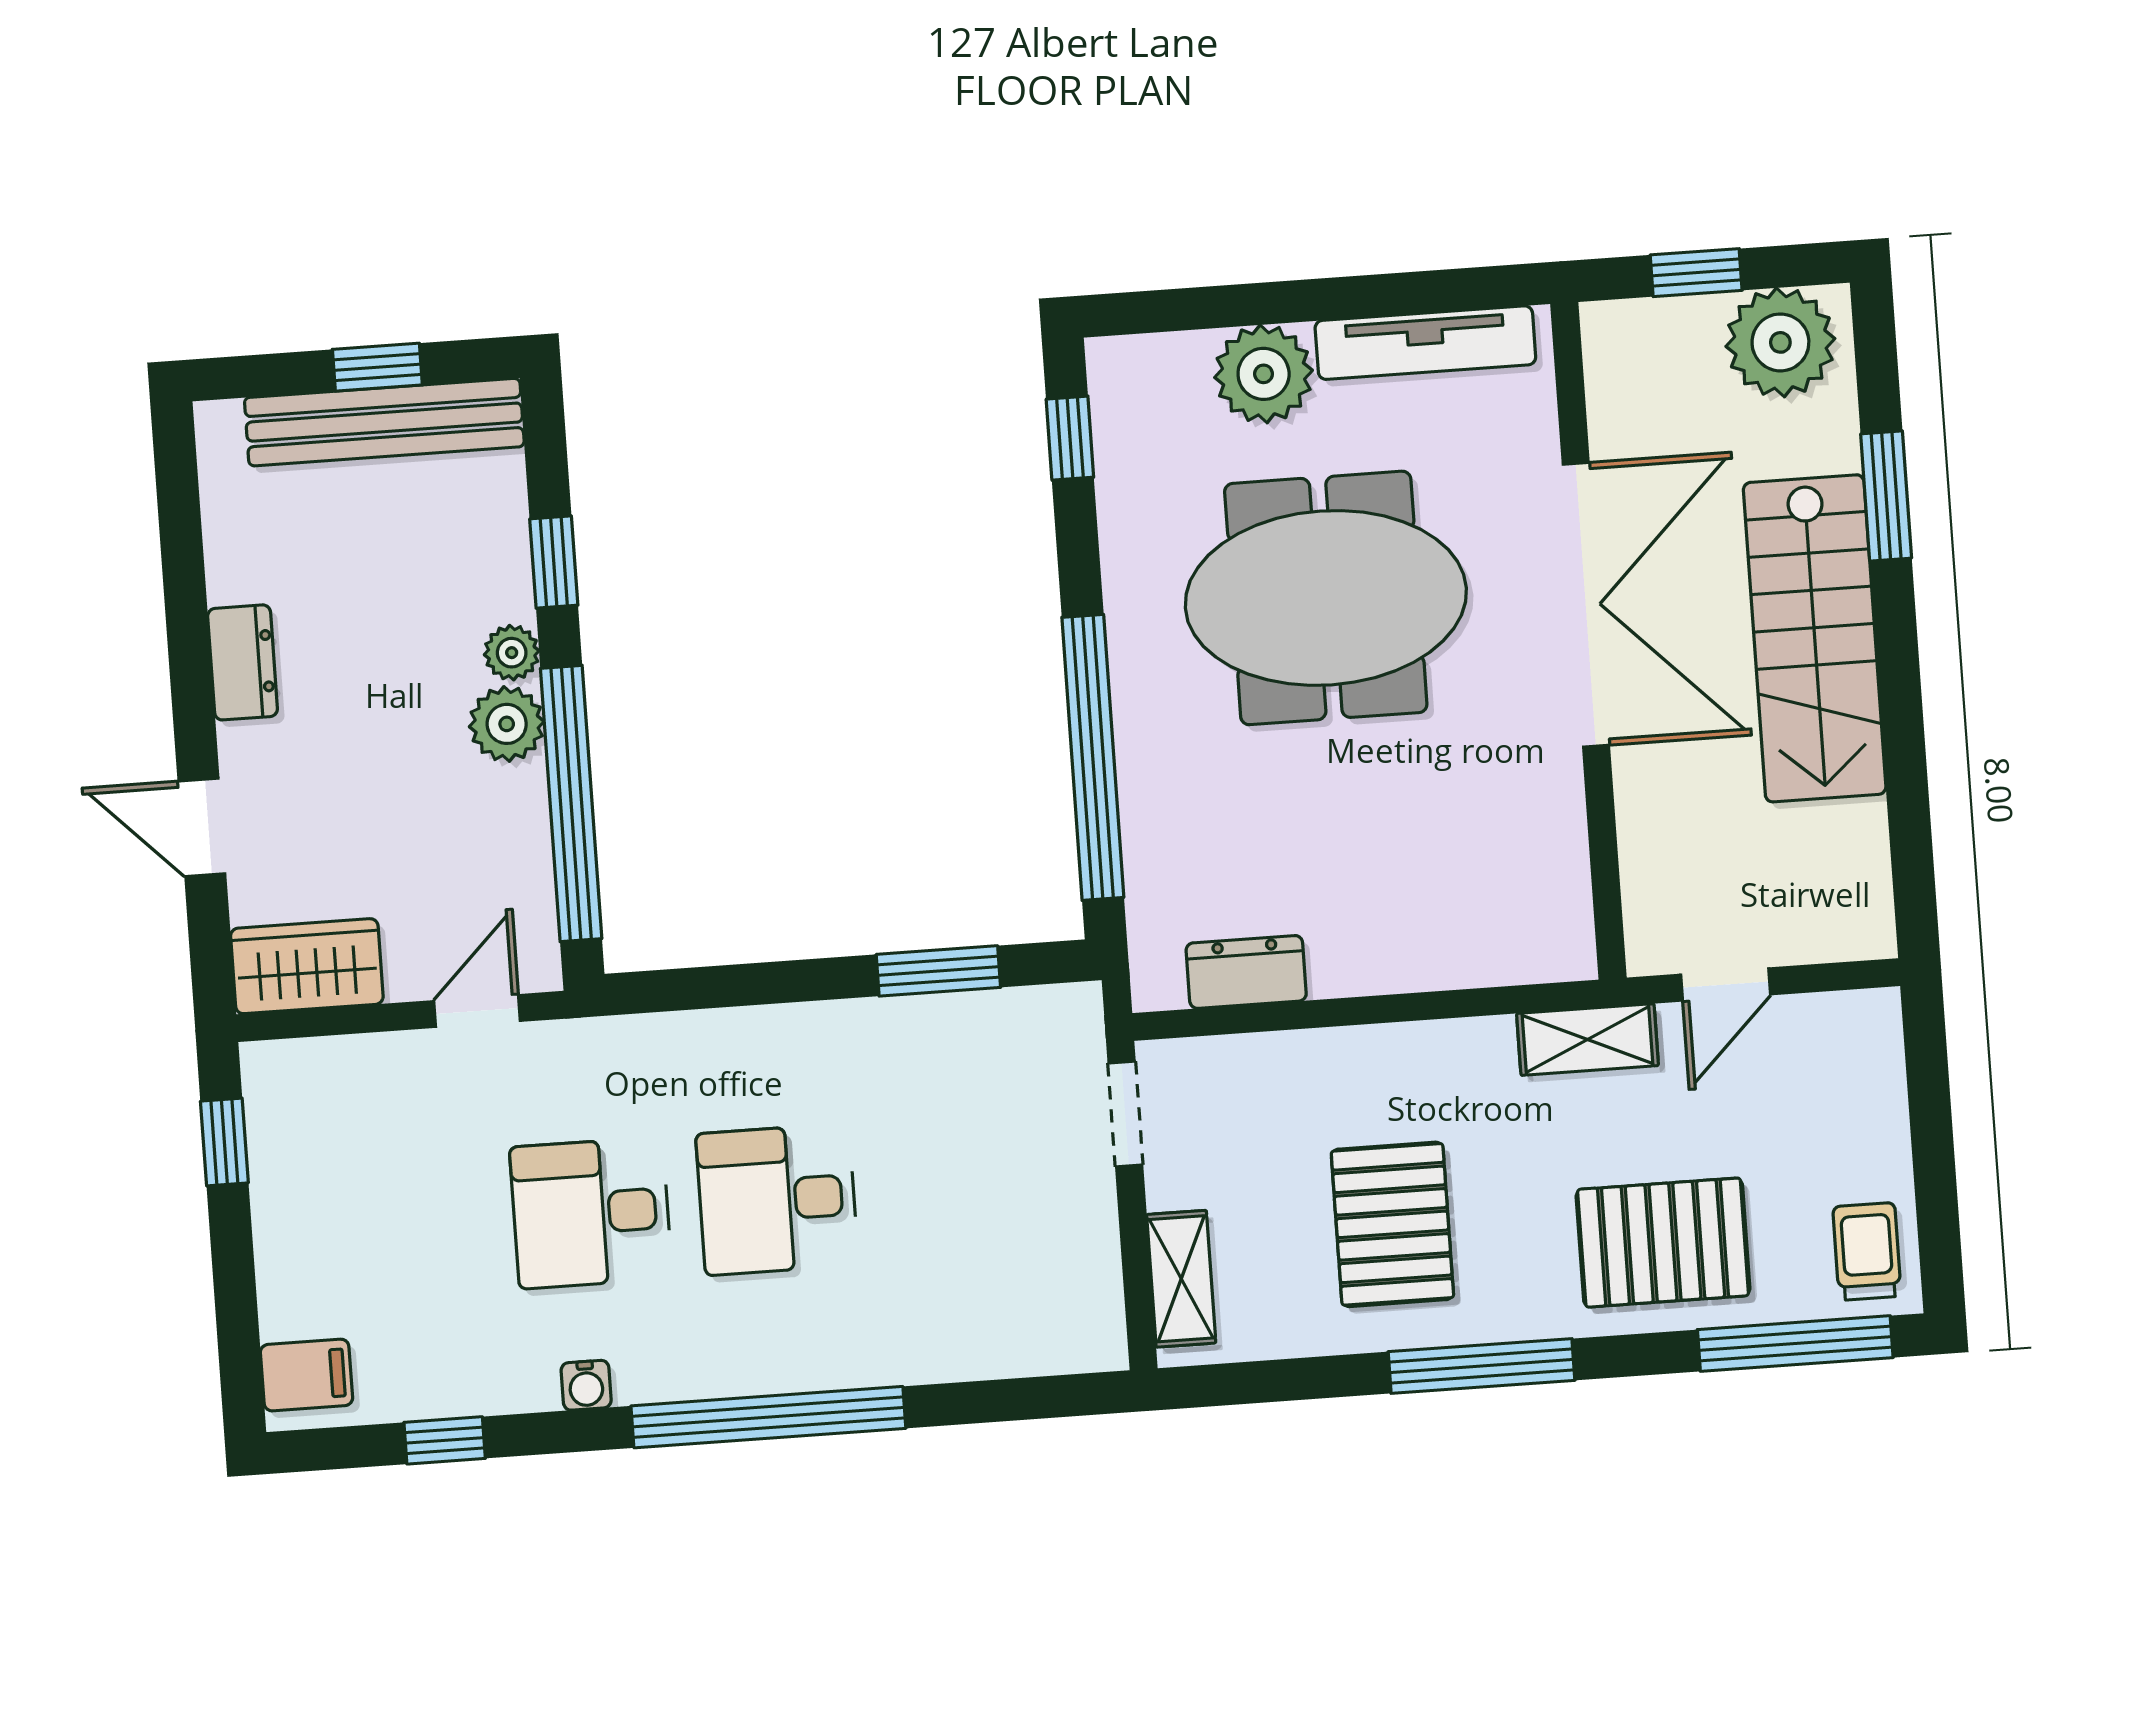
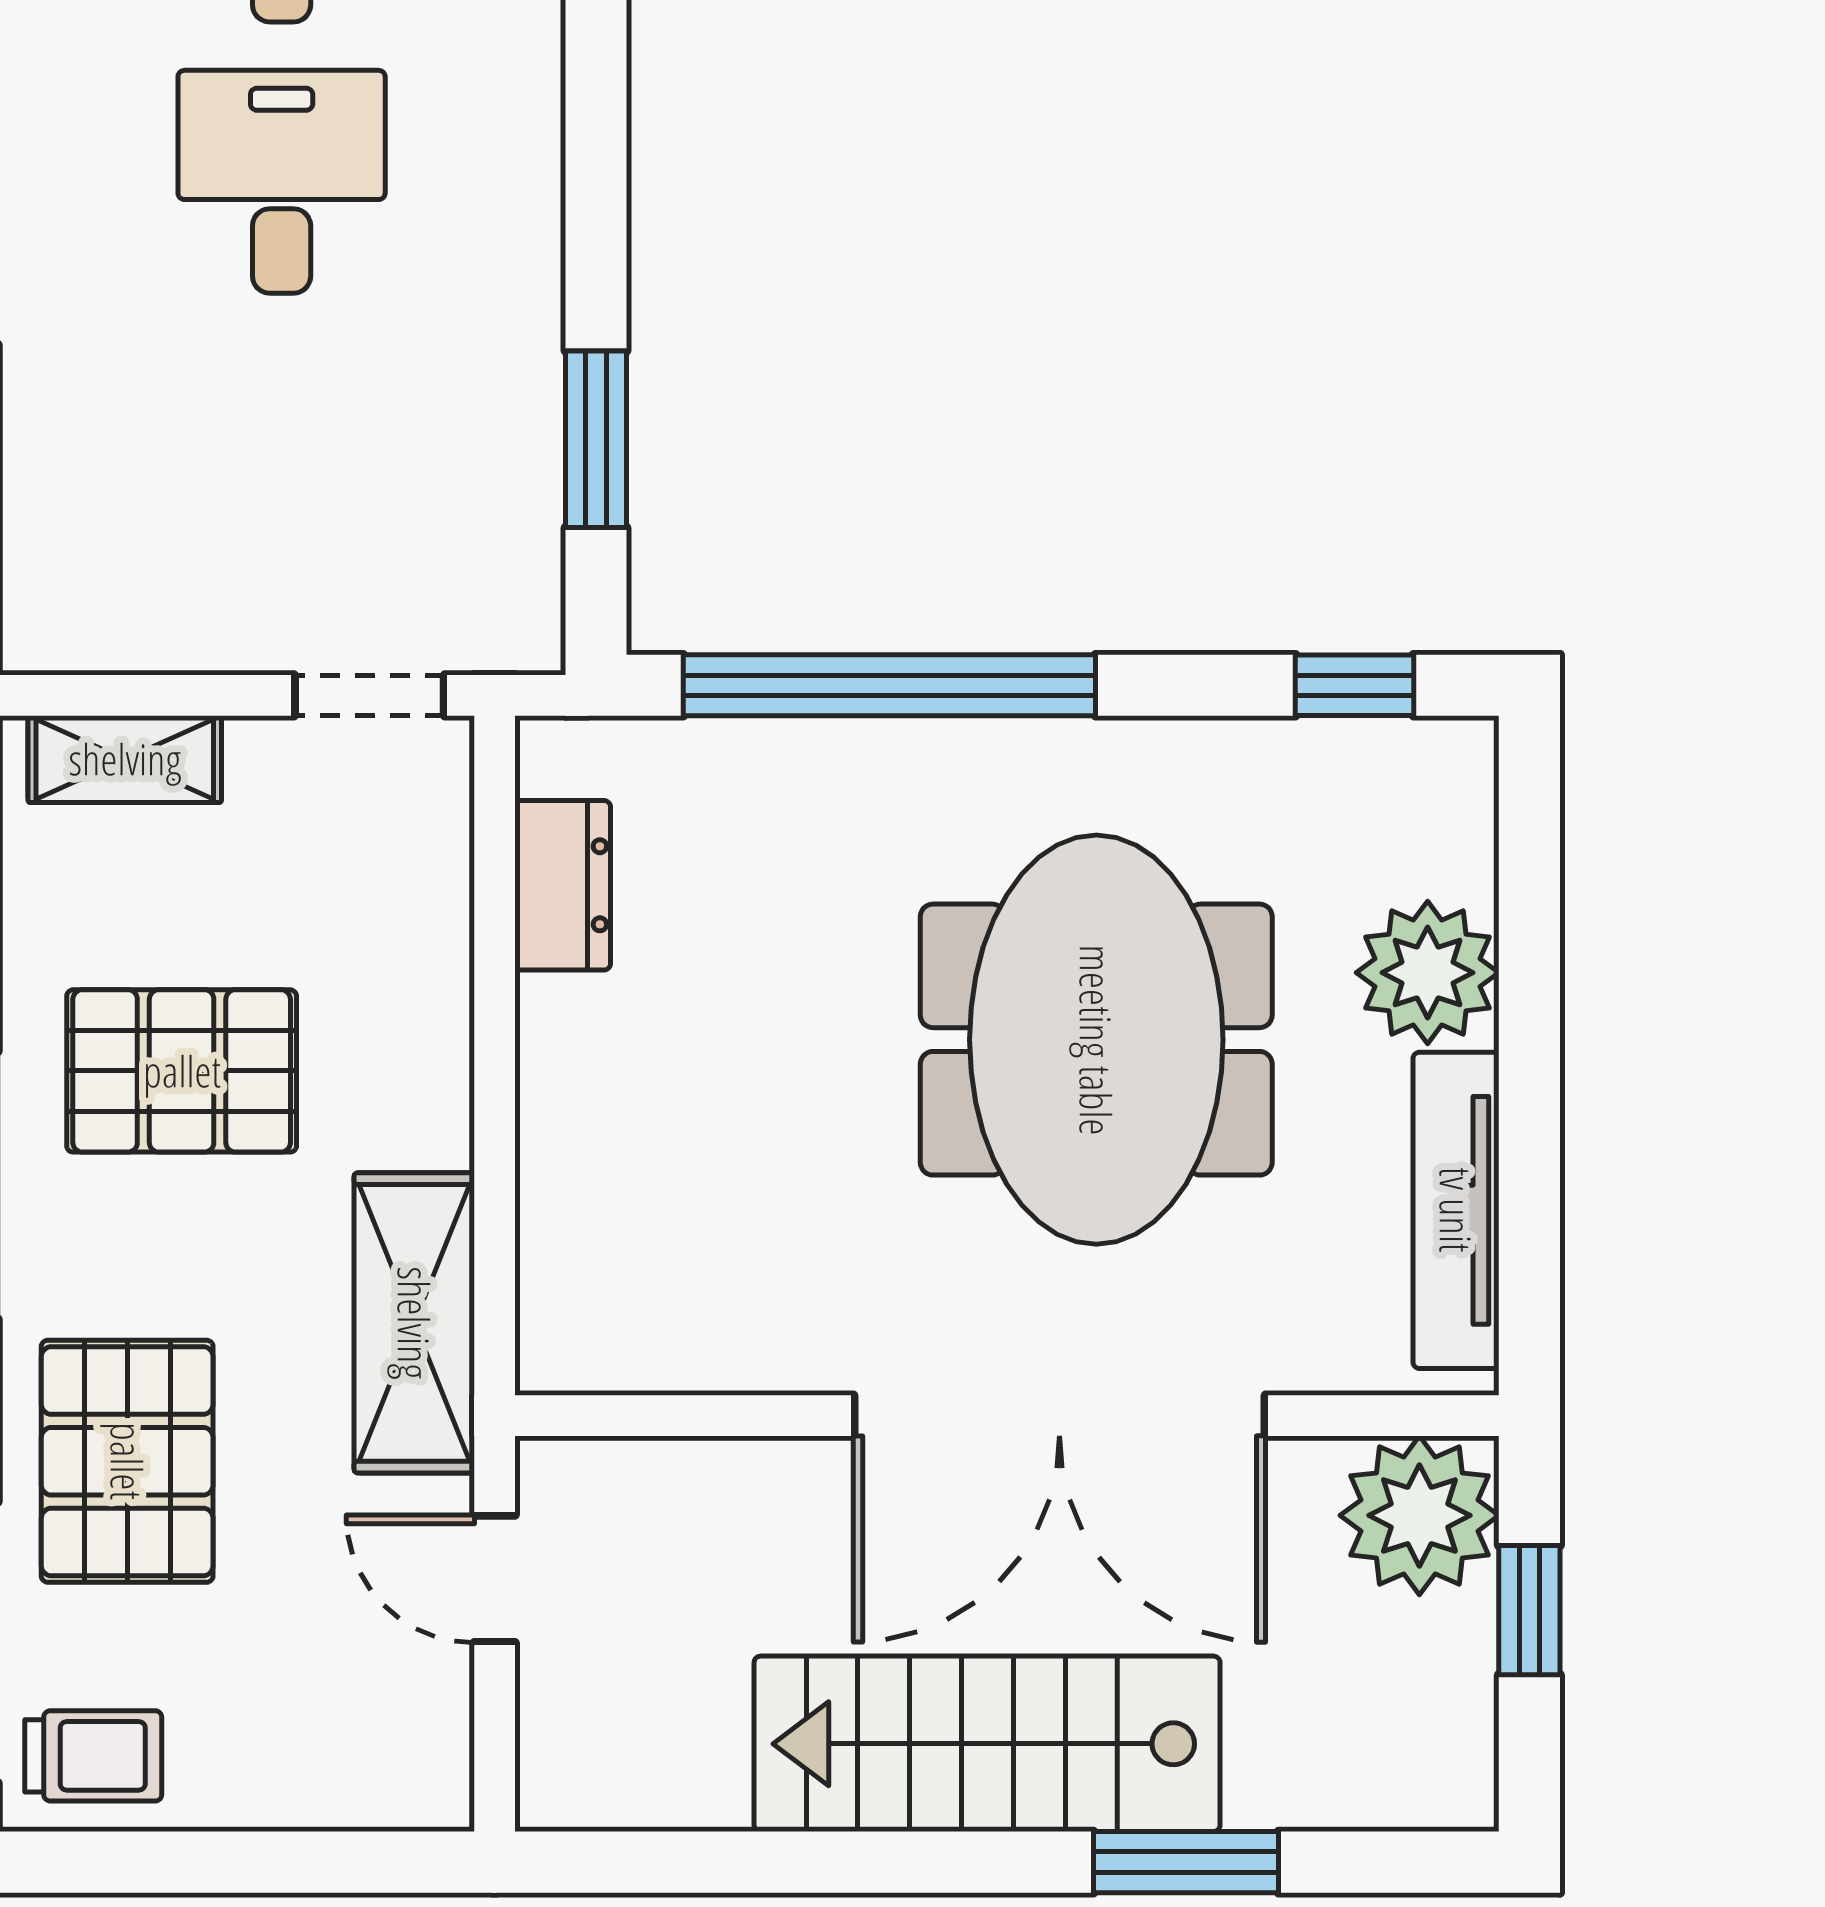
plant: (1780, 342) -> (1419, 1515), moved
shelving: (1588, 1040) -> (414, 1323), width x1.50, depth x1.33

